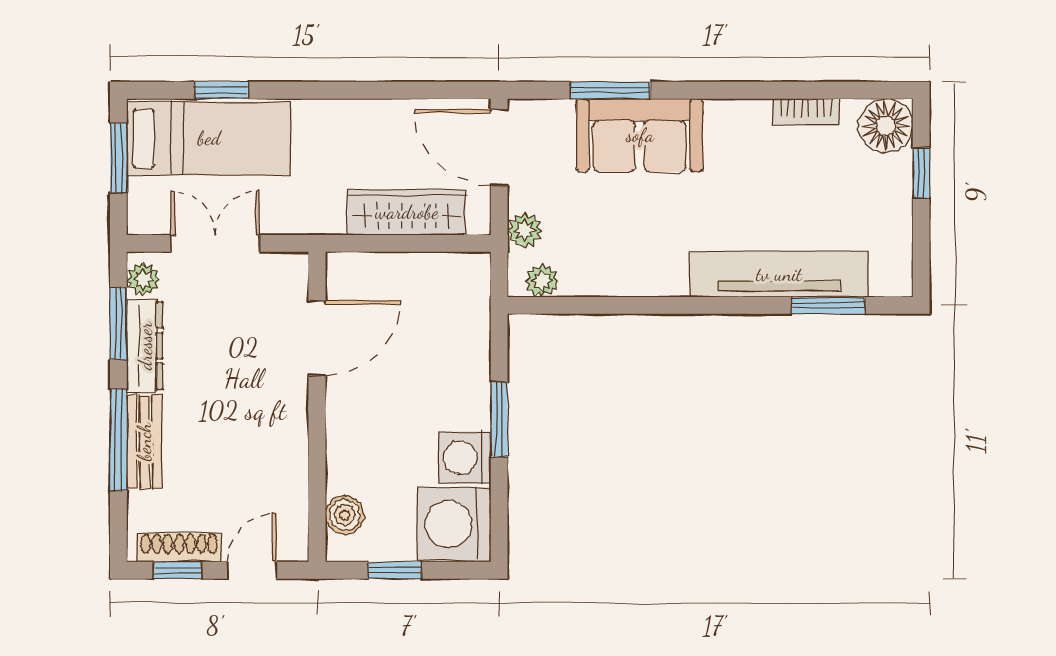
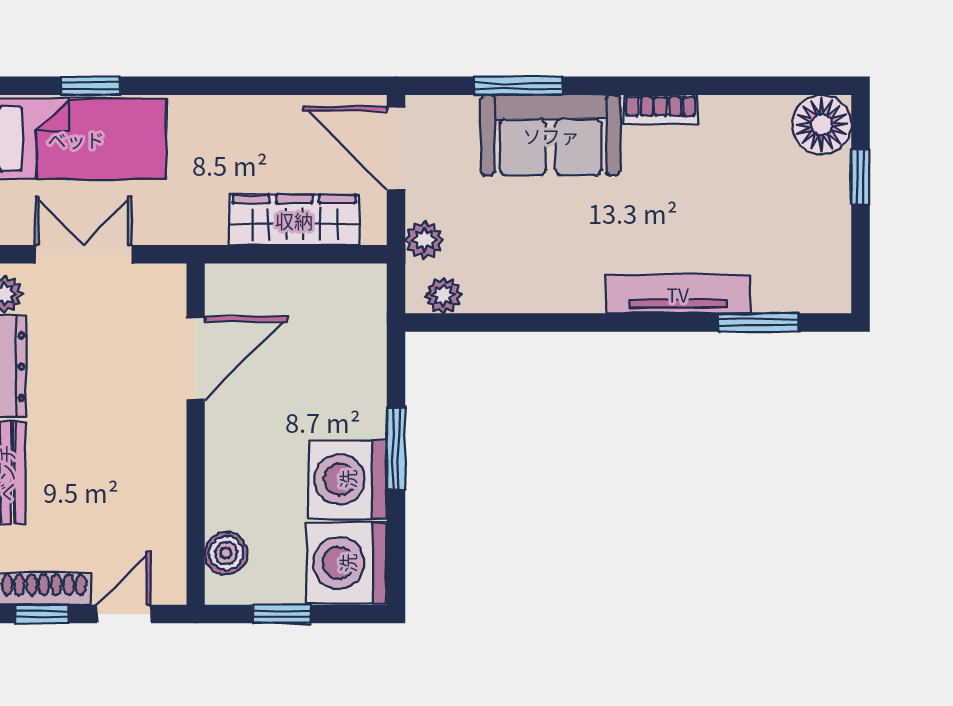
bookcase: (806, 112) -> (661, 110), moved
tv unit: (779, 274) -> (678, 294), width x0.73, depth x0.78
washing machine: (465, 458) -> (347, 479), width x1.37, depth x1.37

